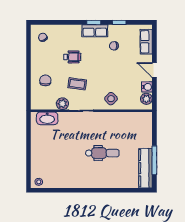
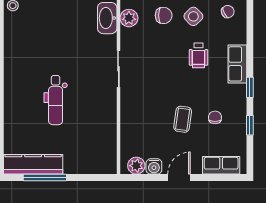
row of seats: (95, 31) -> (237, 64), moved
coffee table: (77, 84) -> (183, 119), moved
side table: (111, 99) -> (193, 16), moved
plant: (62, 104) -> (129, 18), moved

